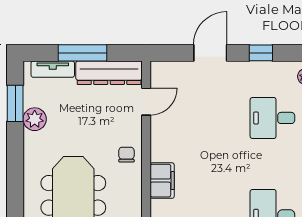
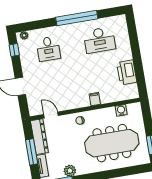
window: (261, 53) -> (14, 50), moved
filing cabinet: (162, 181) -> (95, 99), width x0.50

